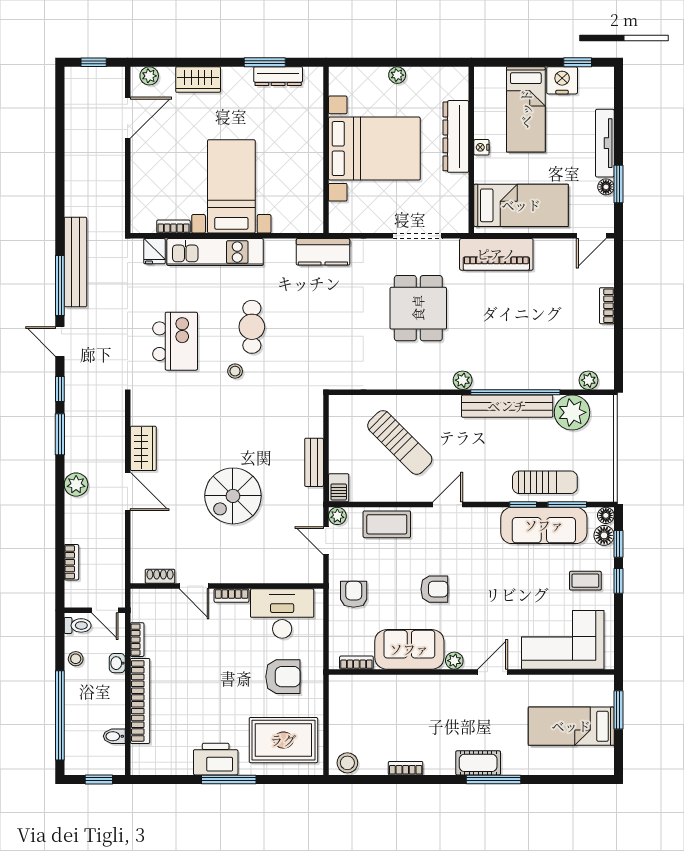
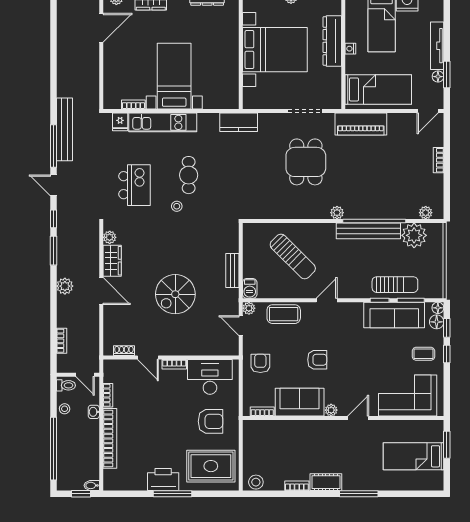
plant: (140, 415) -> (110, 237), added
bidet: (114, 736) -> (92, 485), moved
cot: (478, 763) -> (326, 482), moved

